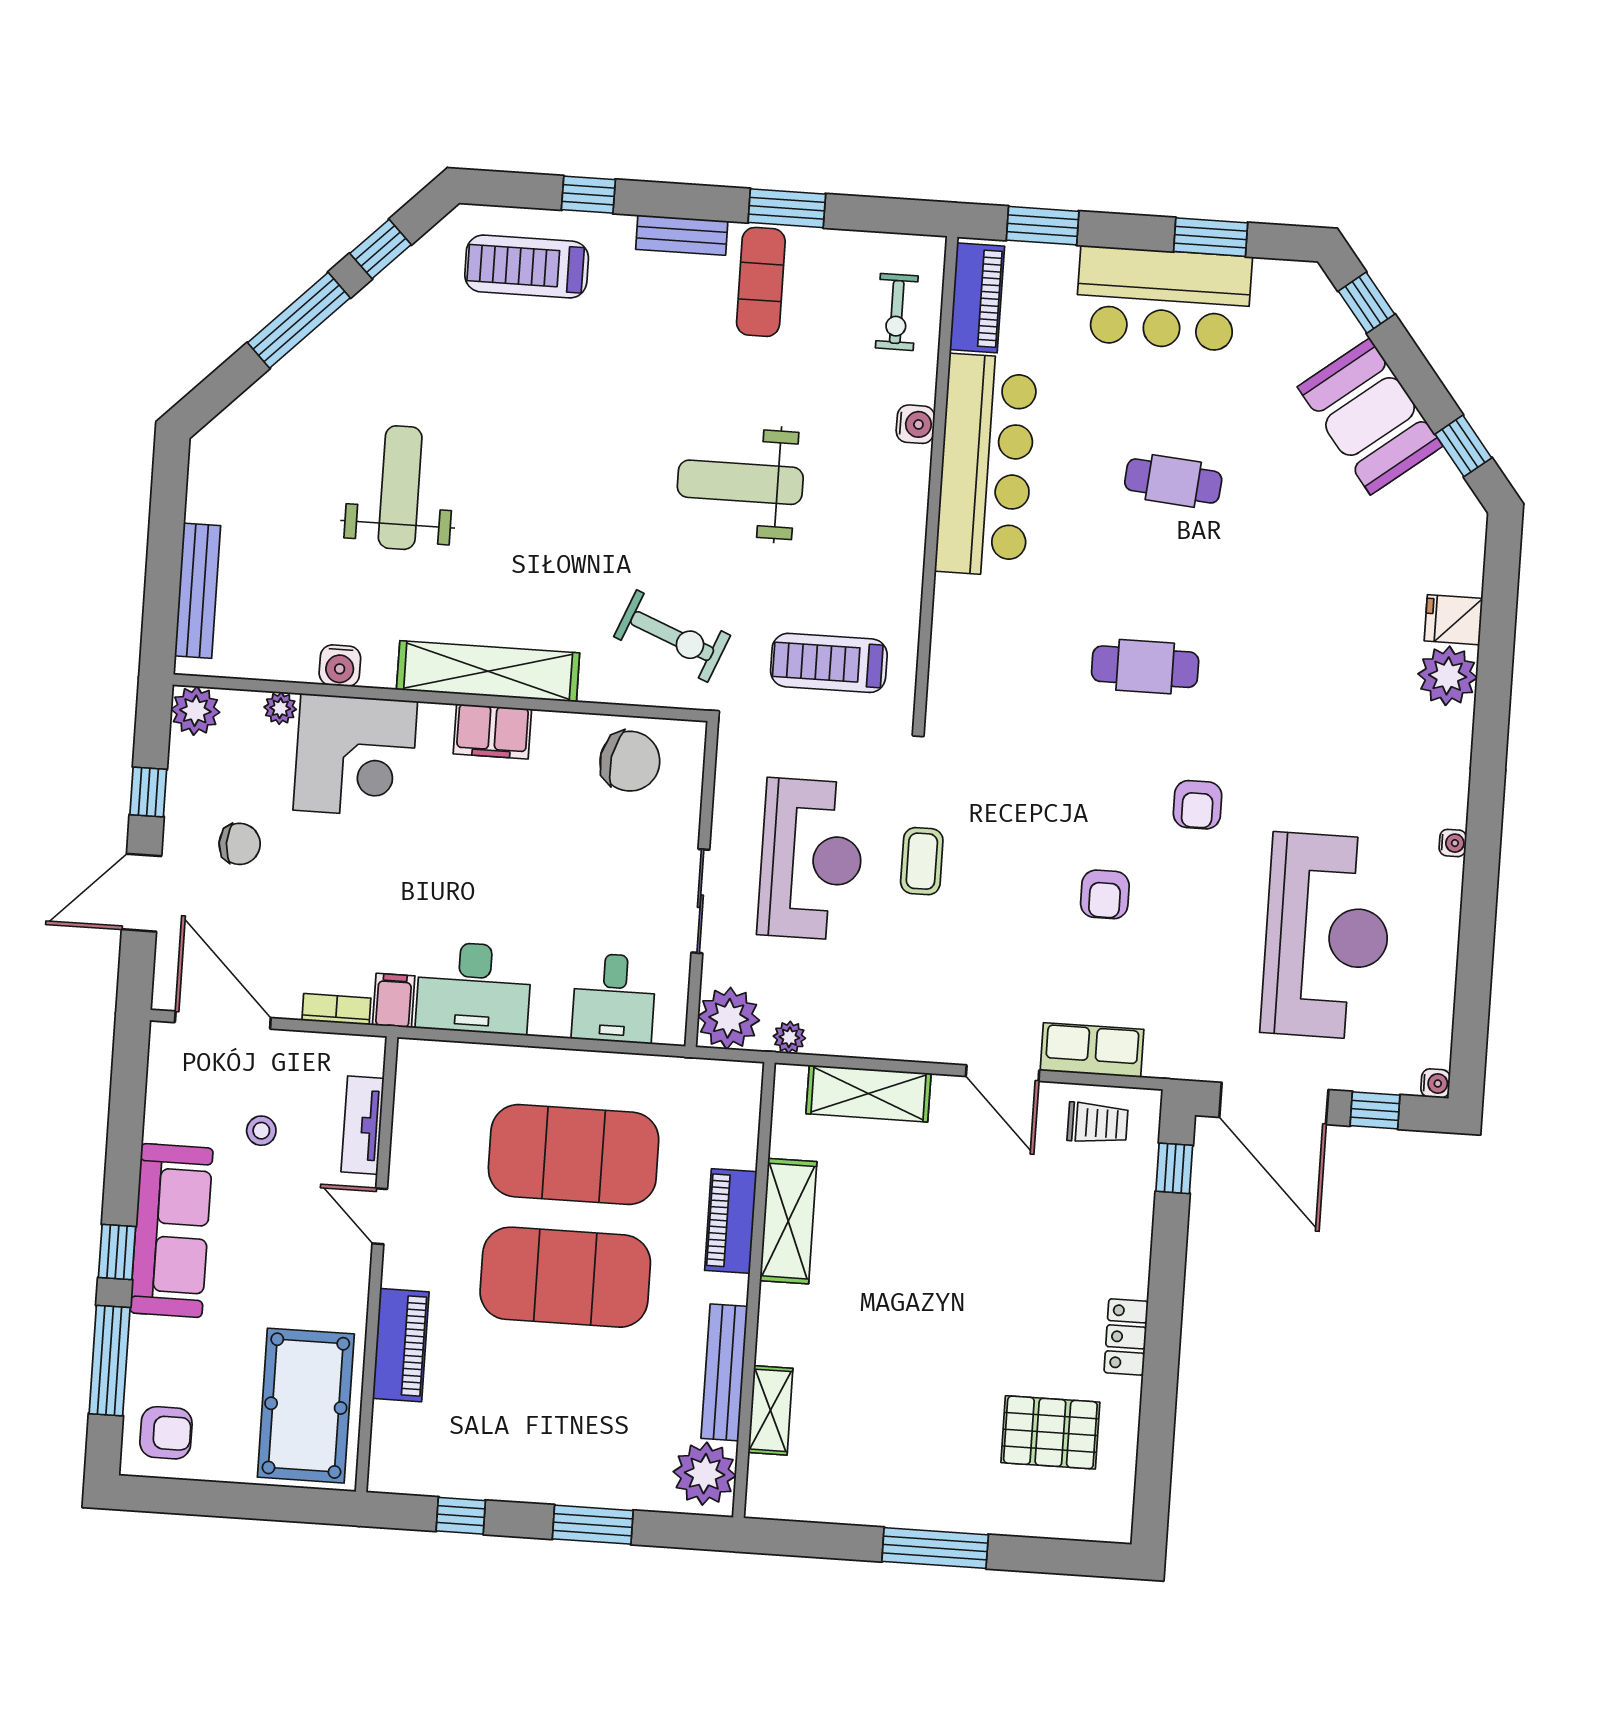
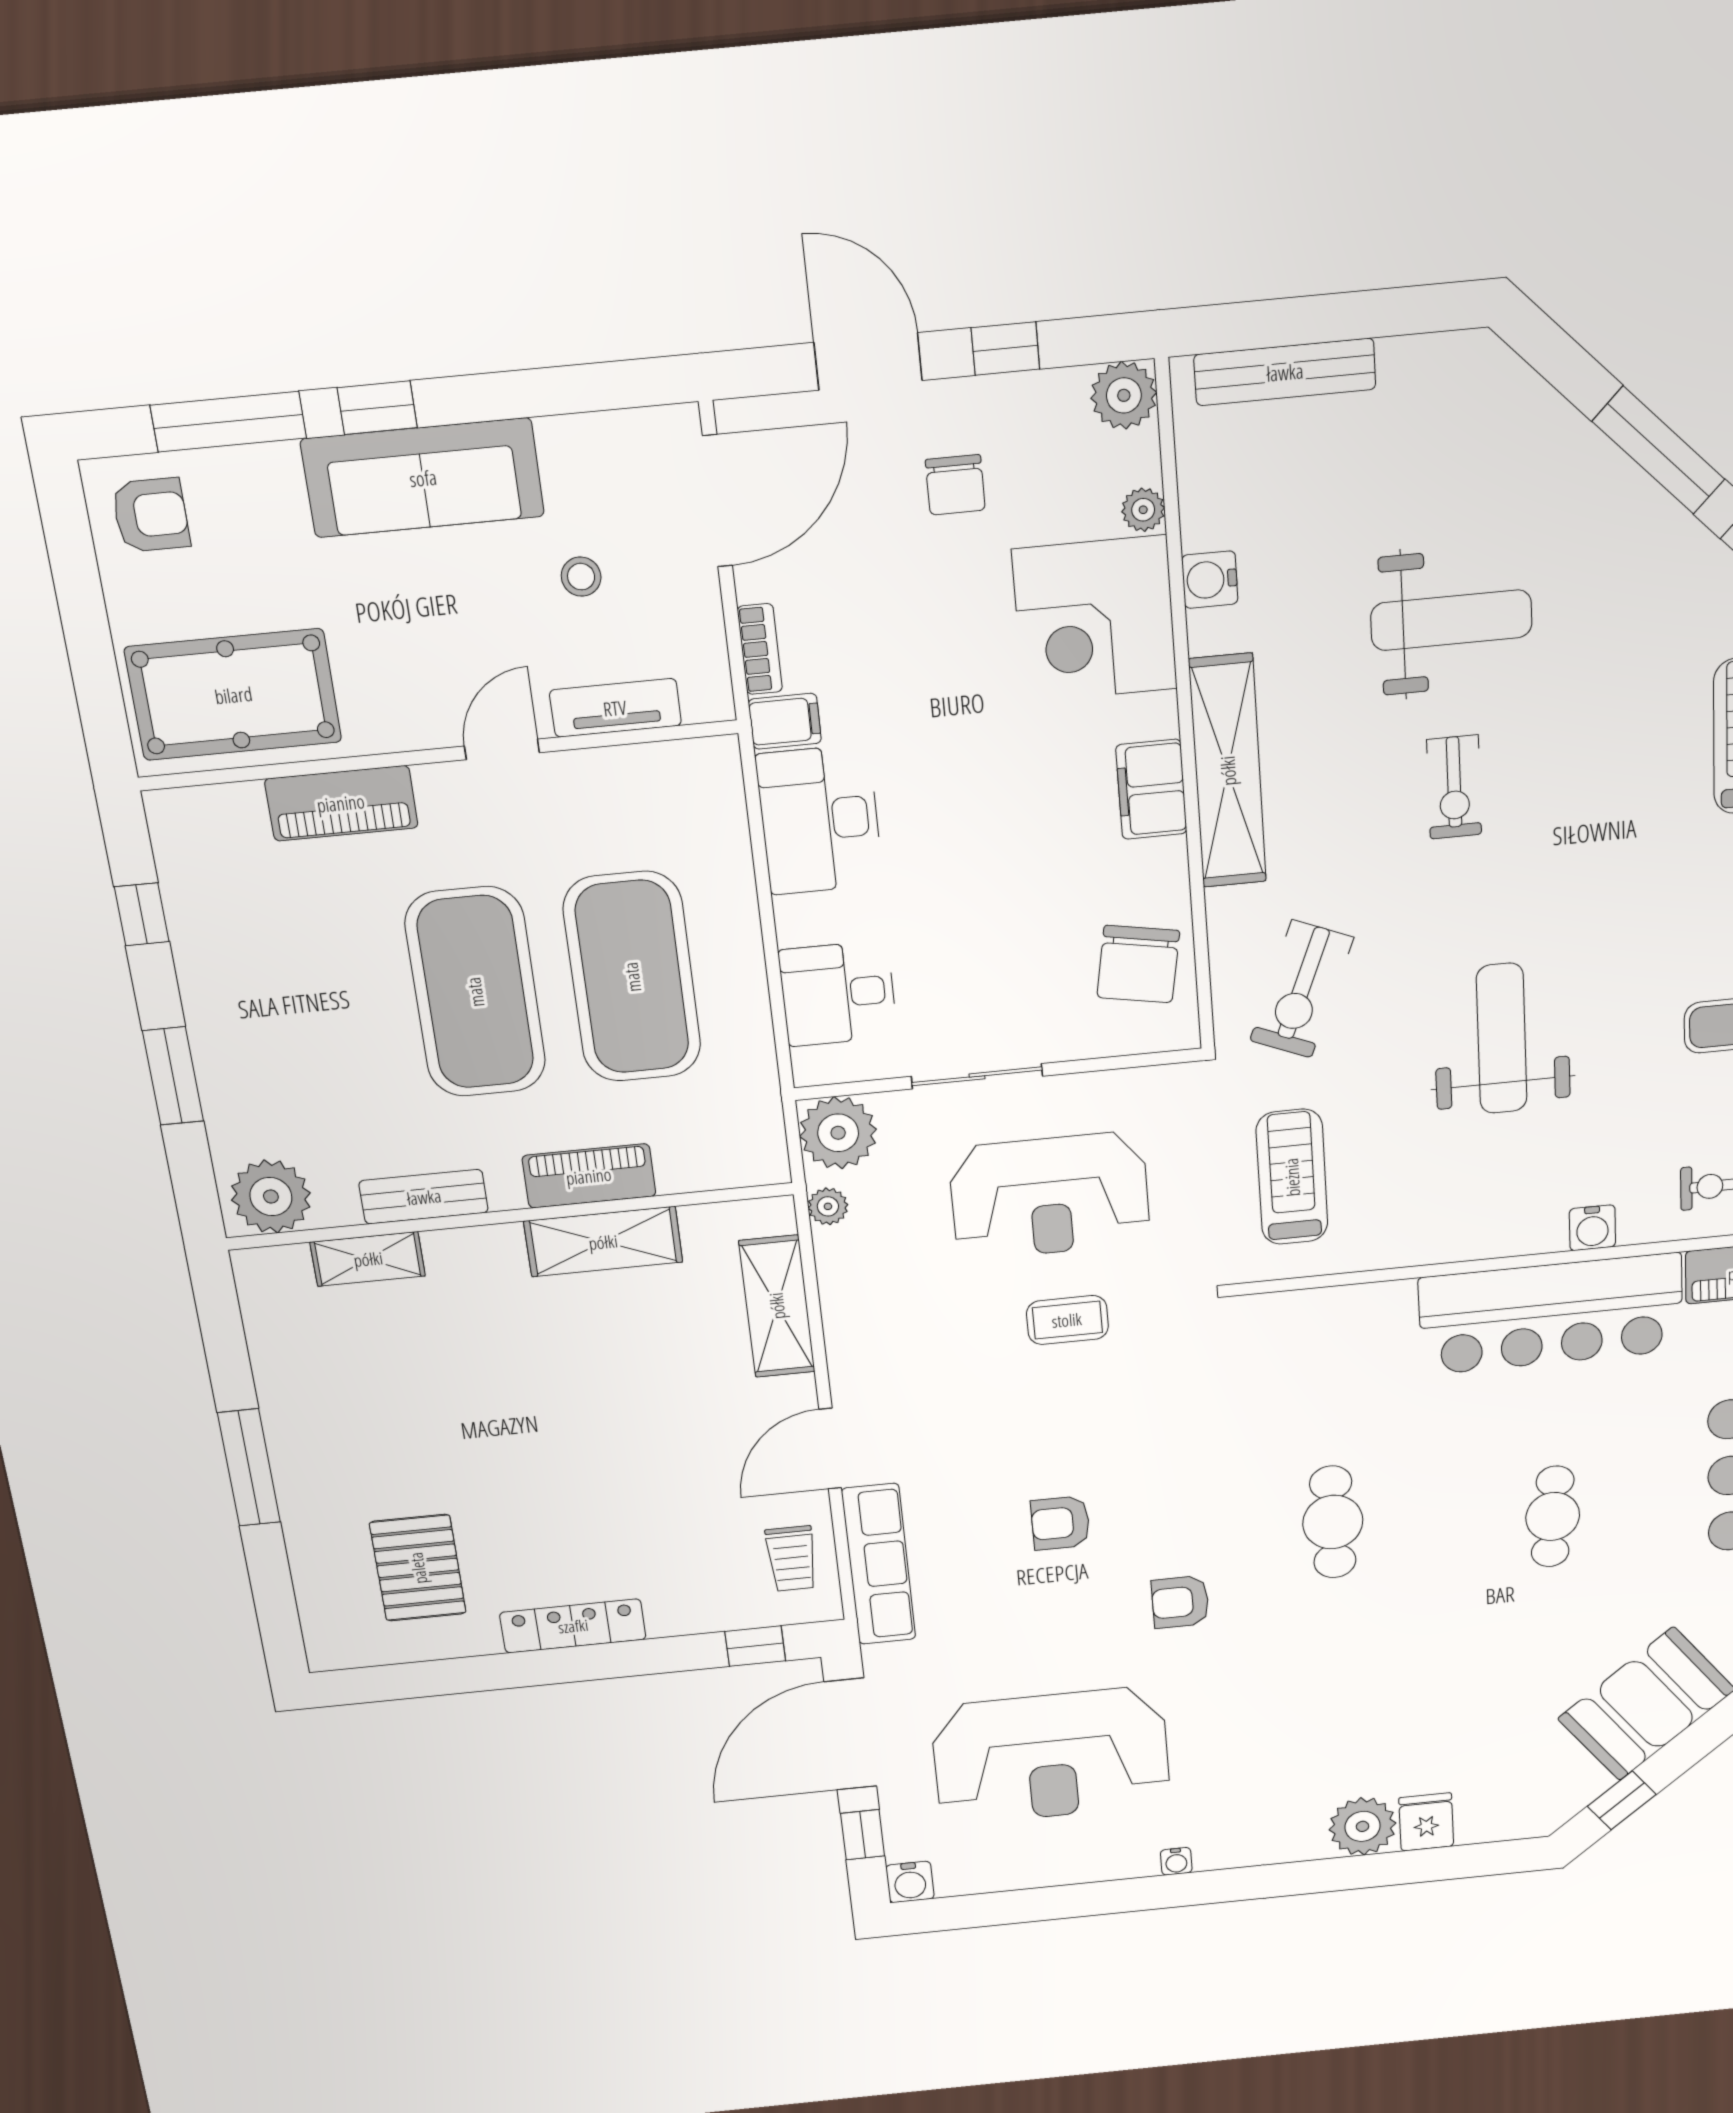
exercise bike: (529, 499) -> (1454, 787), added
row of seats: (1092, 1050) -> (879, 1564), width x1.48
water cooler: (1435, 1083) -> (910, 1882), width x1.38, depth x1.38
locker: (1126, 1337) -> (573, 1626), width x1.53
bench: (724, 1372) -> (424, 1197), width x0.73
armchair: (166, 1433) -> (151, 515), turned -90

